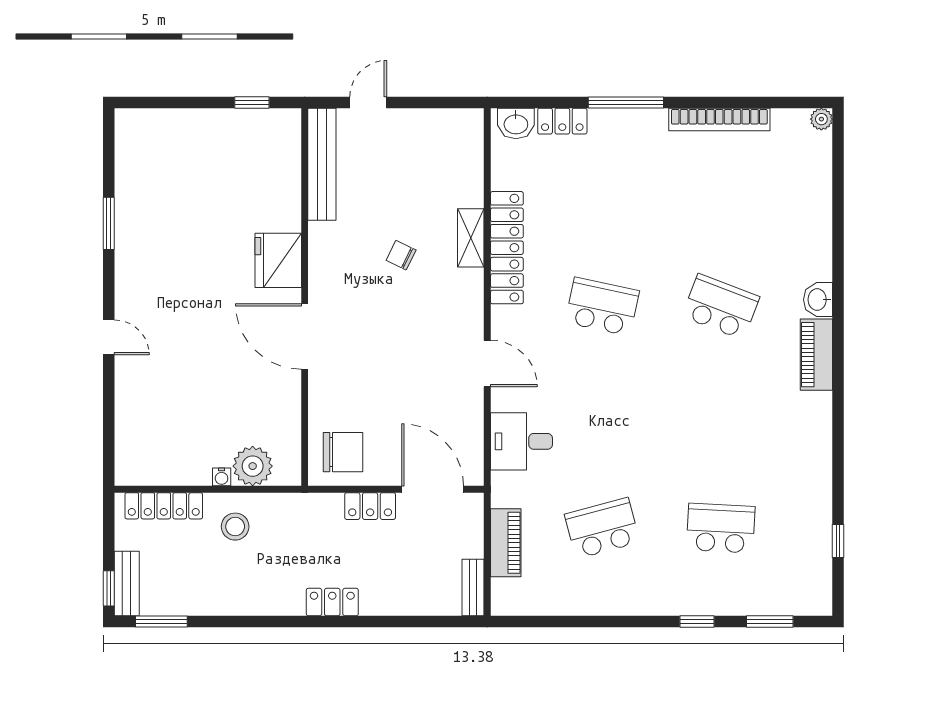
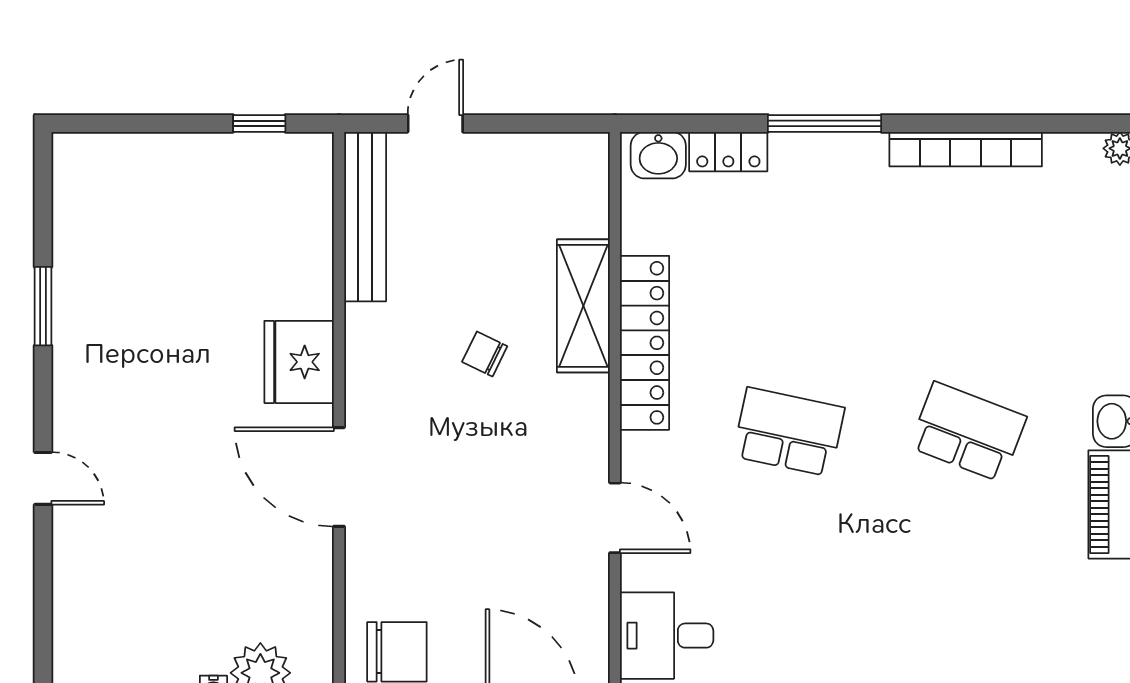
shelving: (471, 238) -> (583, 306), width x1.50, depth x1.33

